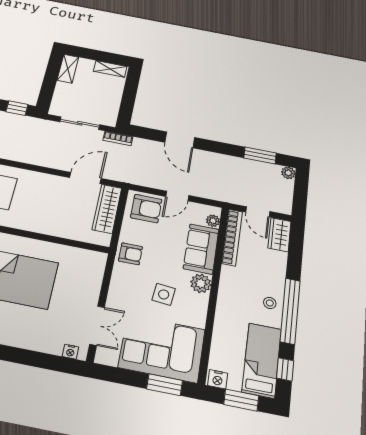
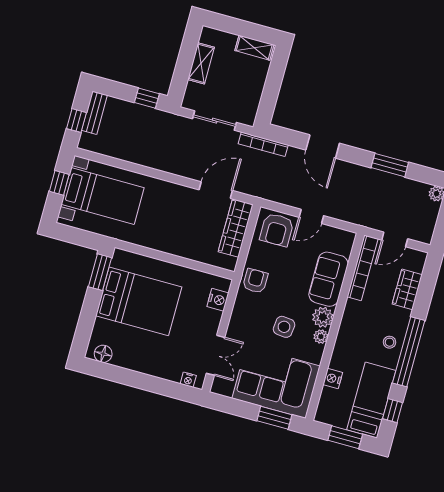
shelving: (68, 69) -> (201, 63), moved
bookcase: (118, 138) -> (263, 144), width x1.56
window: (260, 155) -> (390, 165), moved
armchair: (146, 208) -> (277, 230), turned 90
door: (258, 212) -> (395, 239), hinge flipped
plant: (213, 221) -> (321, 337), moved
wardrobe: (280, 235) -> (407, 289), moved
armchair: (131, 254) -> (255, 281), turned -90
nightstand: (95, 273) -> (218, 300), added
nightstand: (218, 379) -> (333, 379), moved, turned 90

